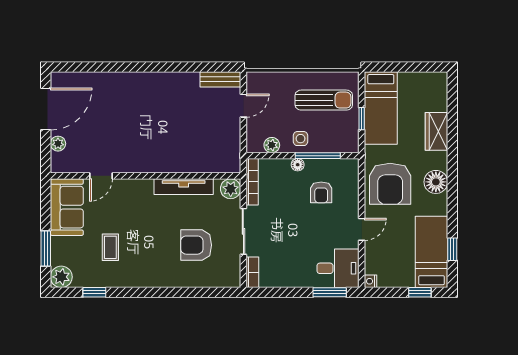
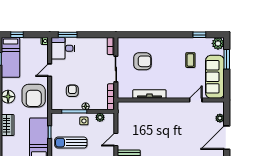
armchair: (390, 184) -> (34, 96), turned 180
plant: (231, 189) -> (123, 93), removed
sofa: (67, 207) -> (215, 77), width x1.36

